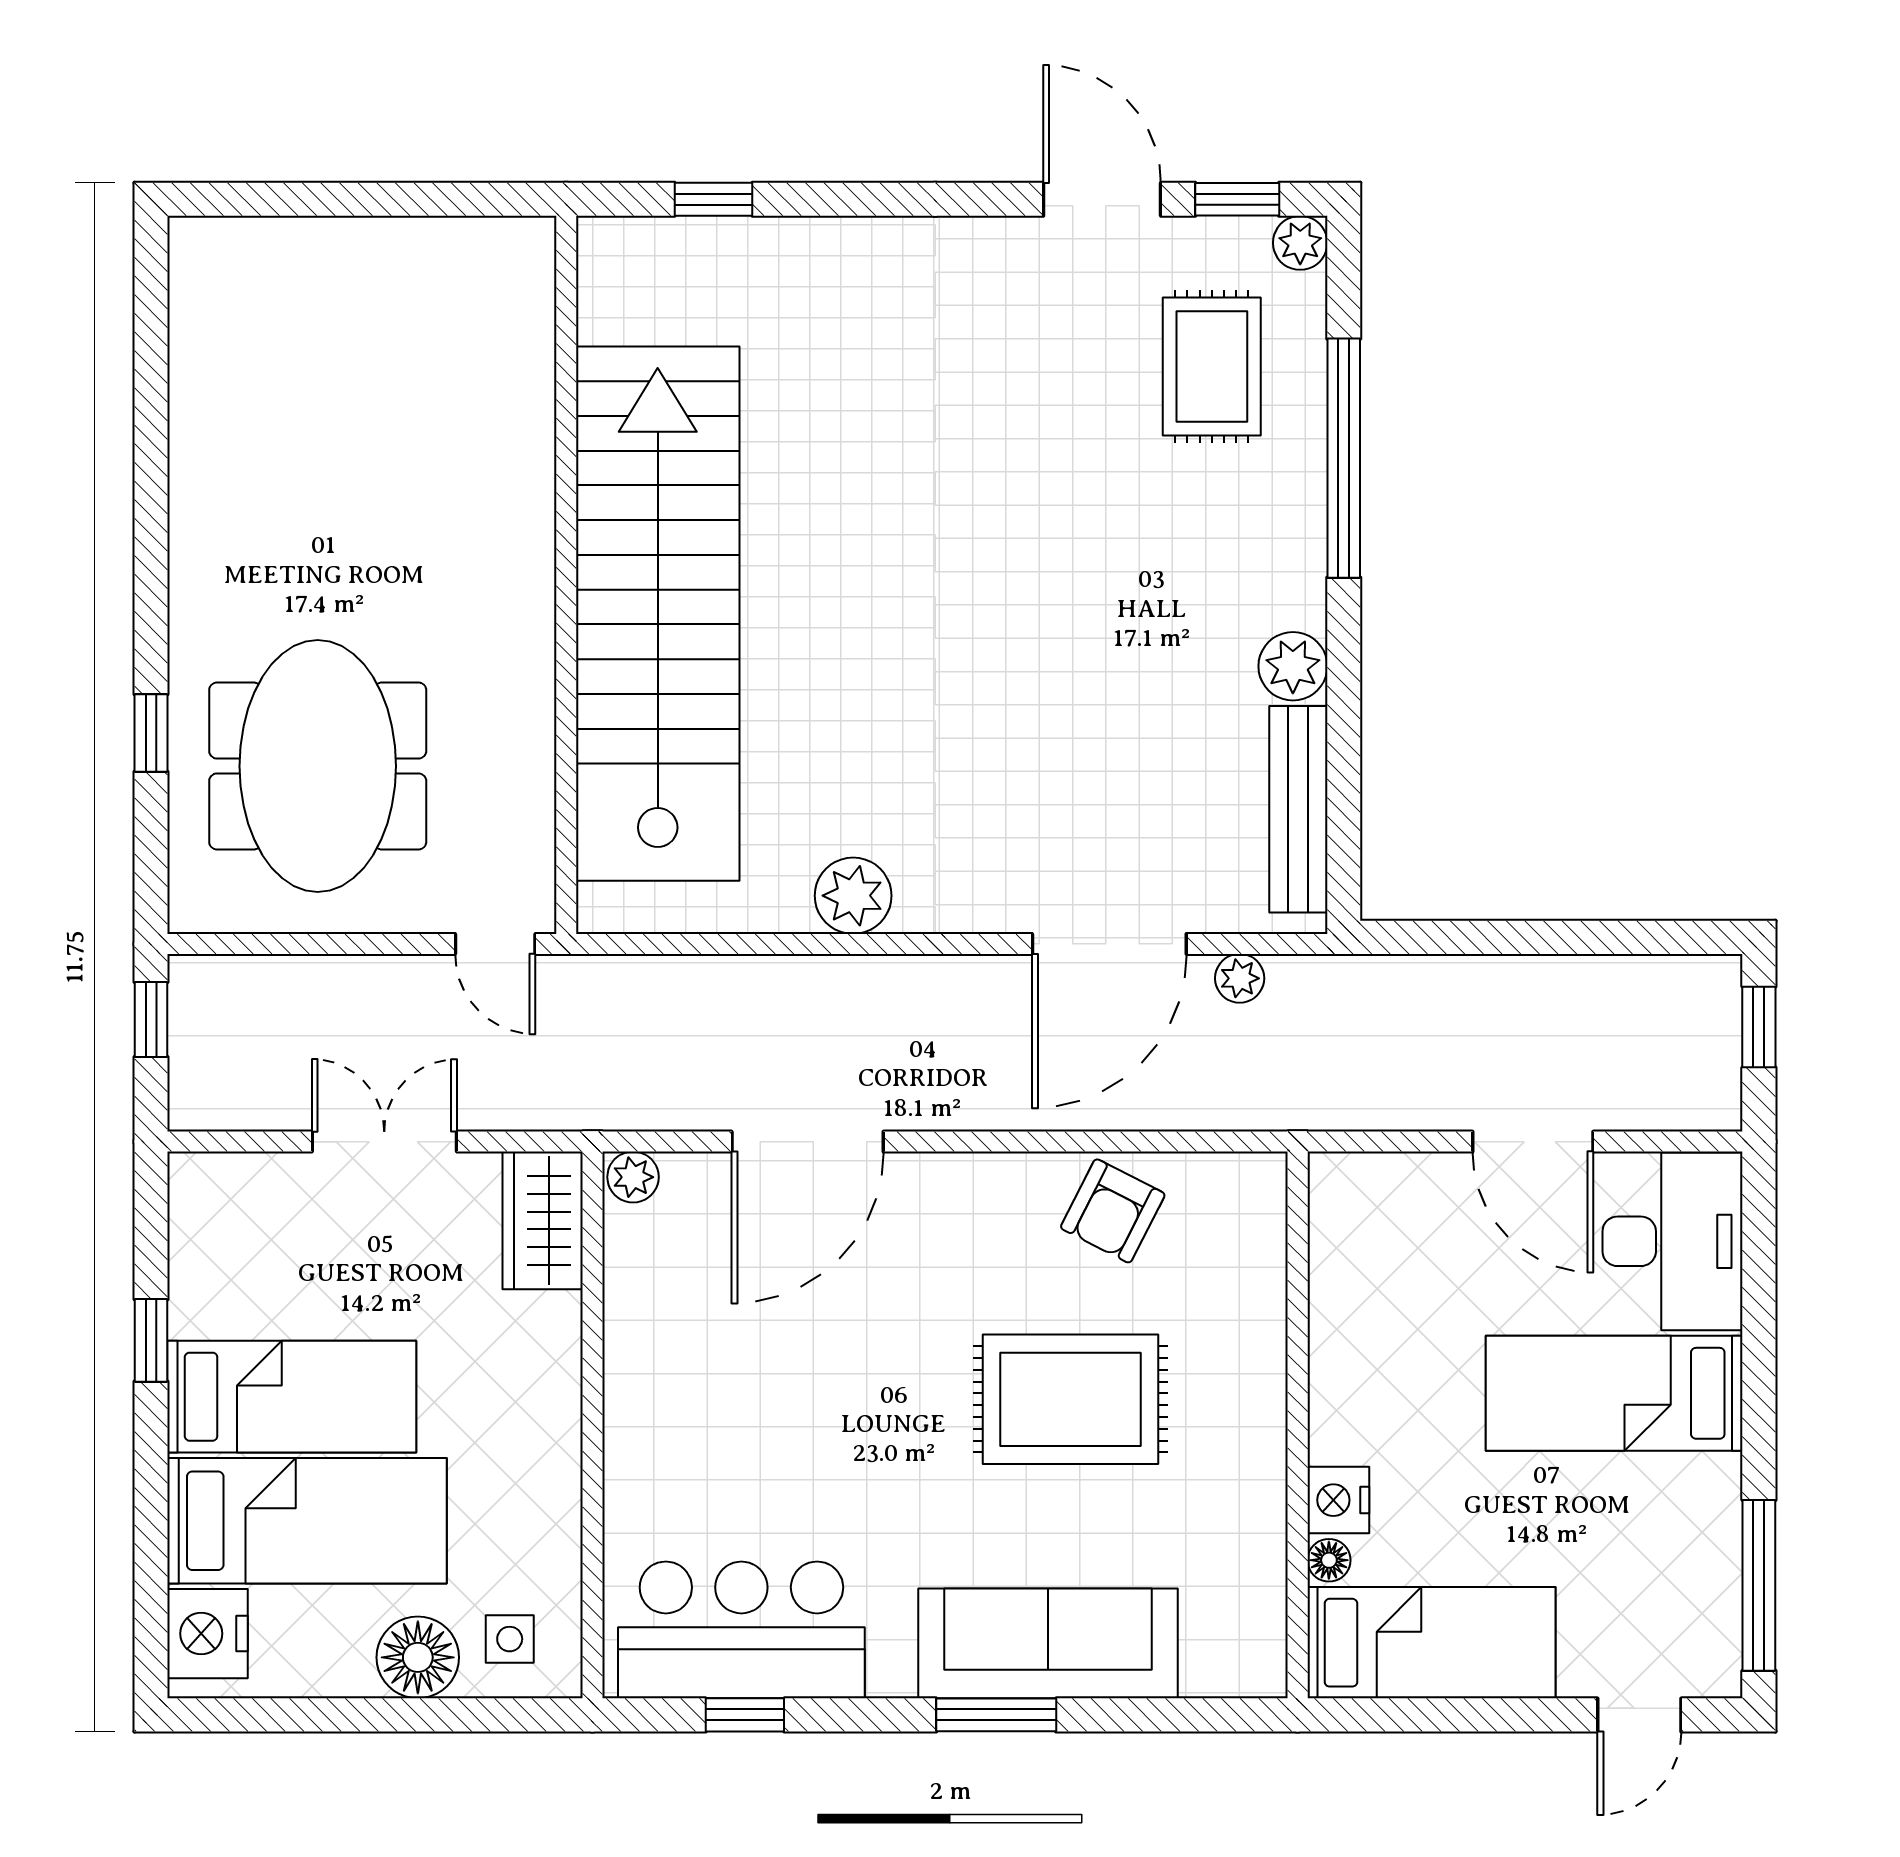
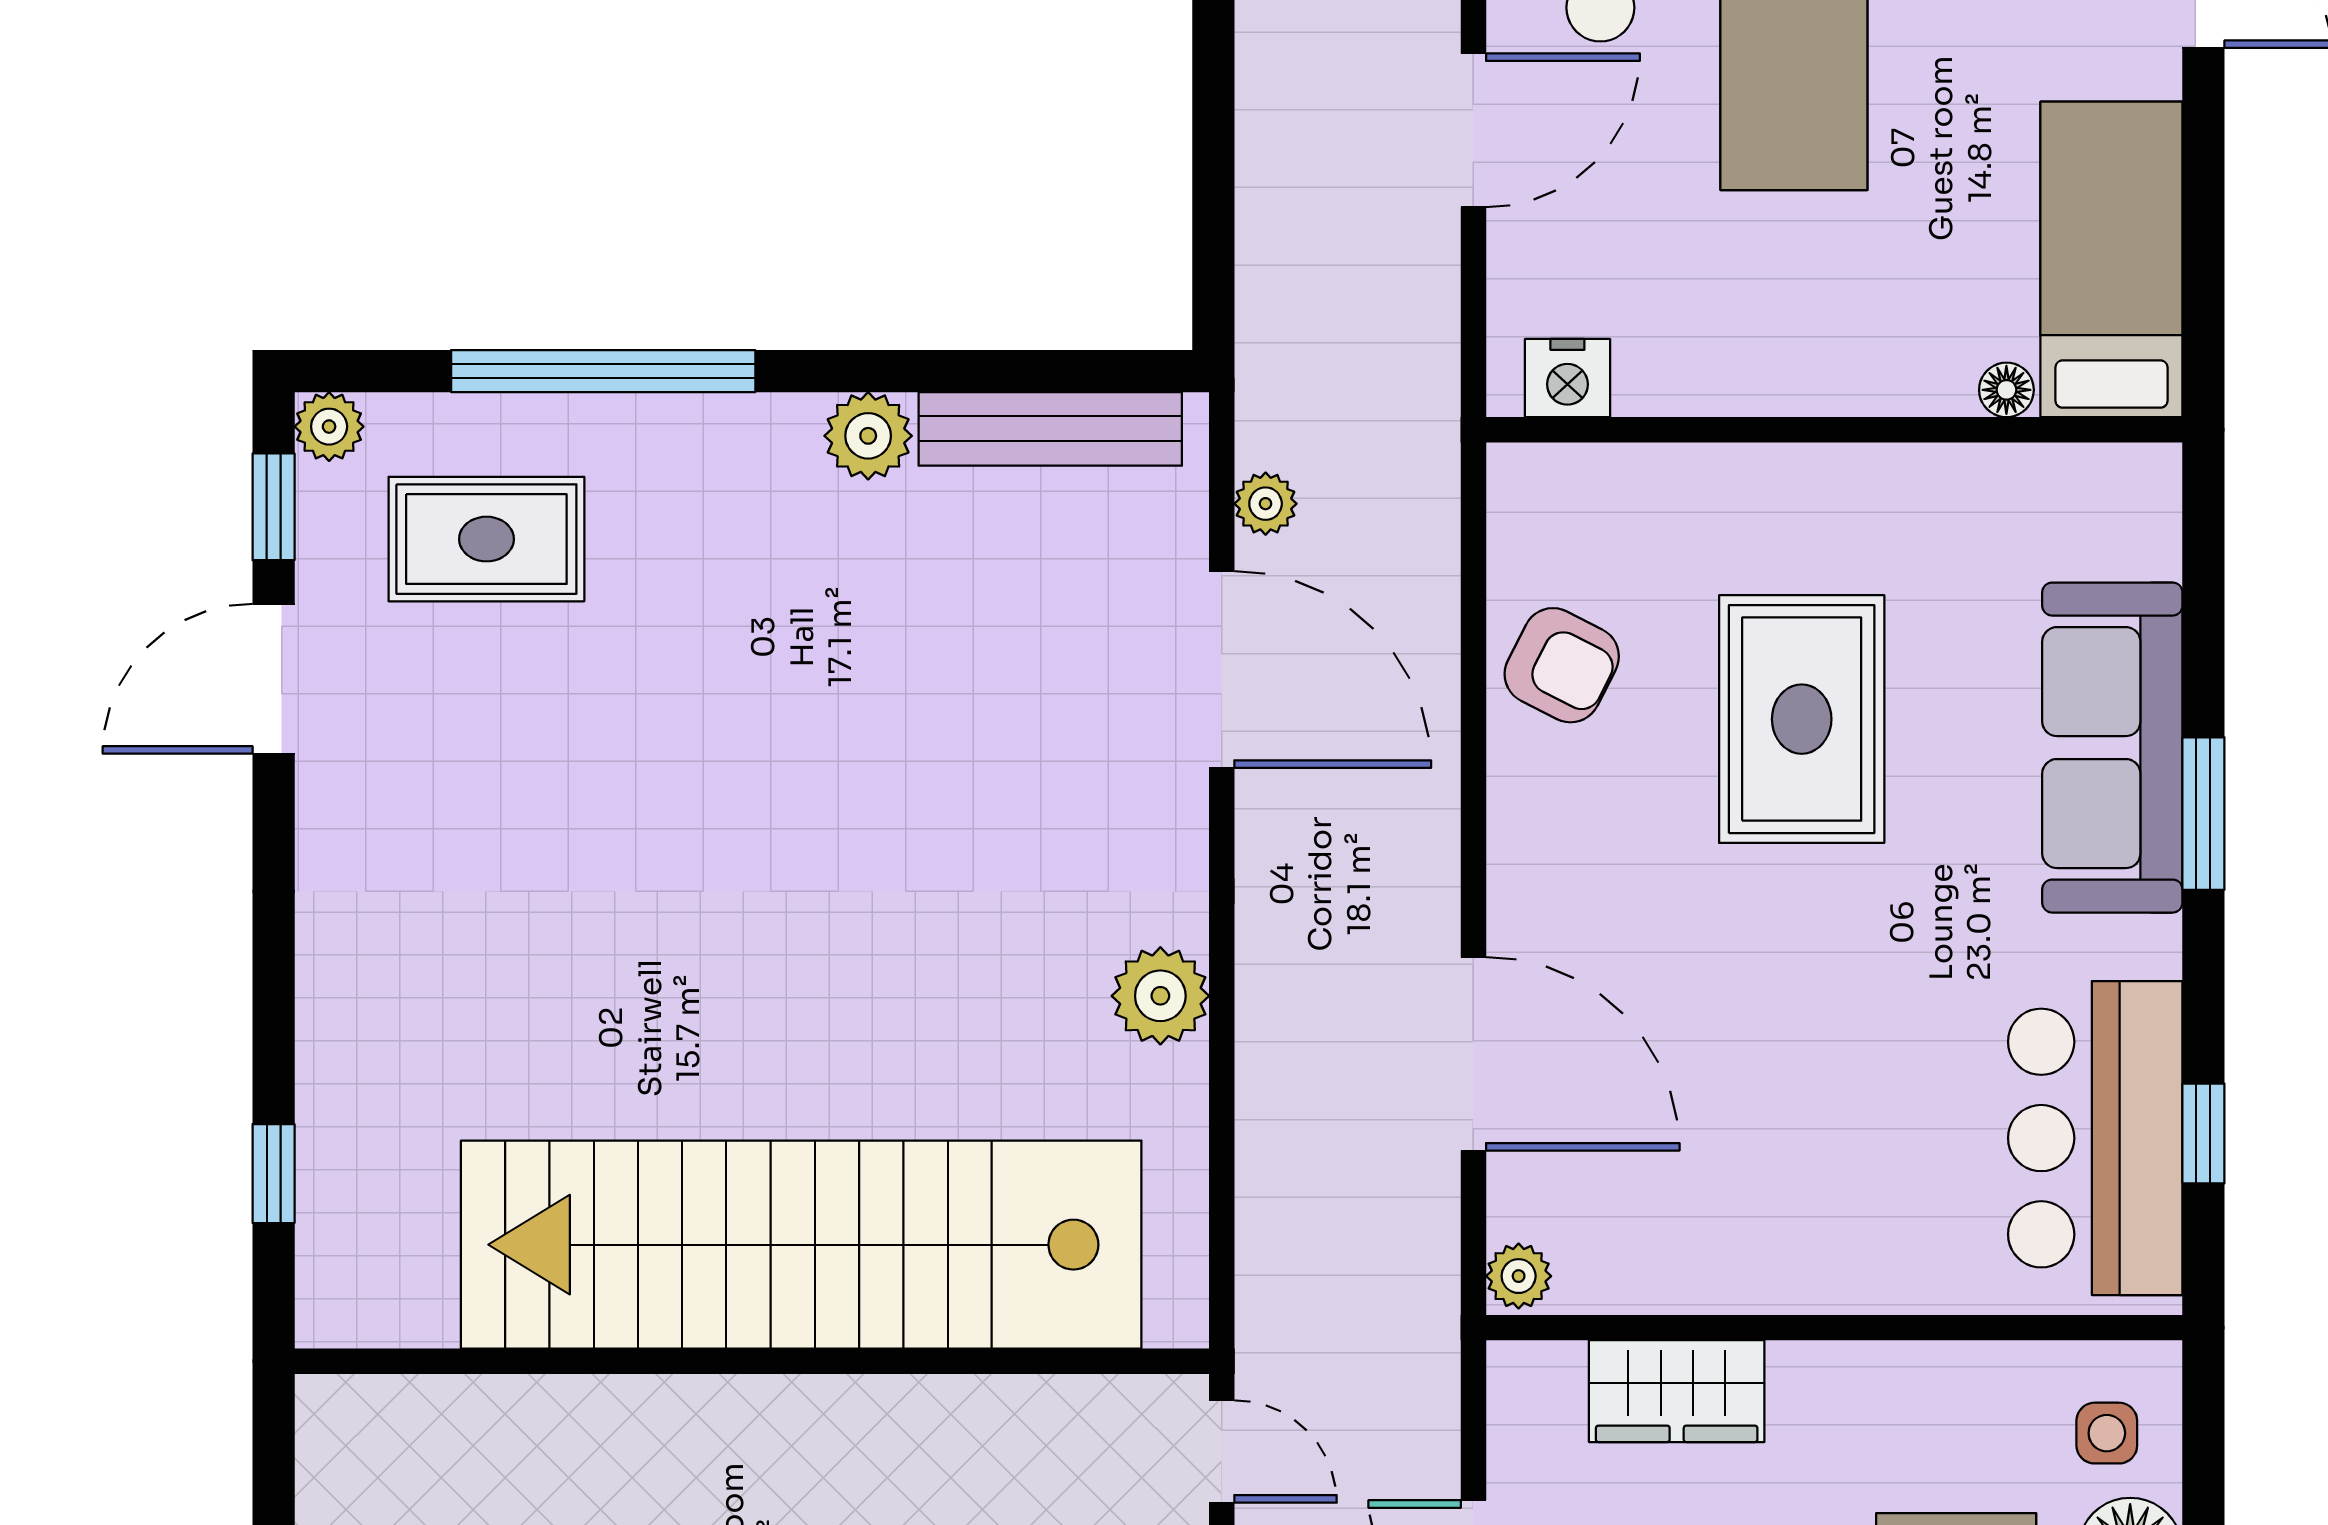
door: (495, 944) -> (1222, 1451), hinge flipped
wardrobe: (543, 1220) -> (1677, 1391), moved
nightstand: (1338, 1500) -> (1567, 378), moved

